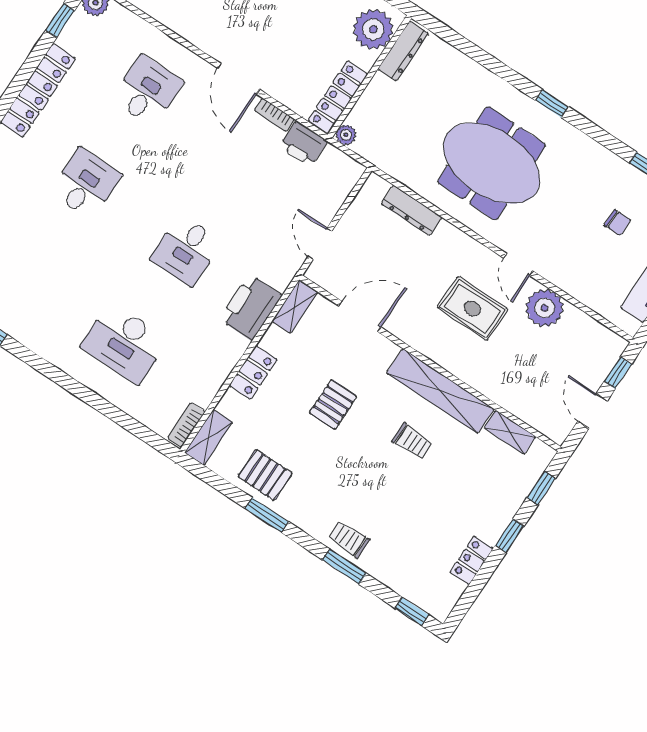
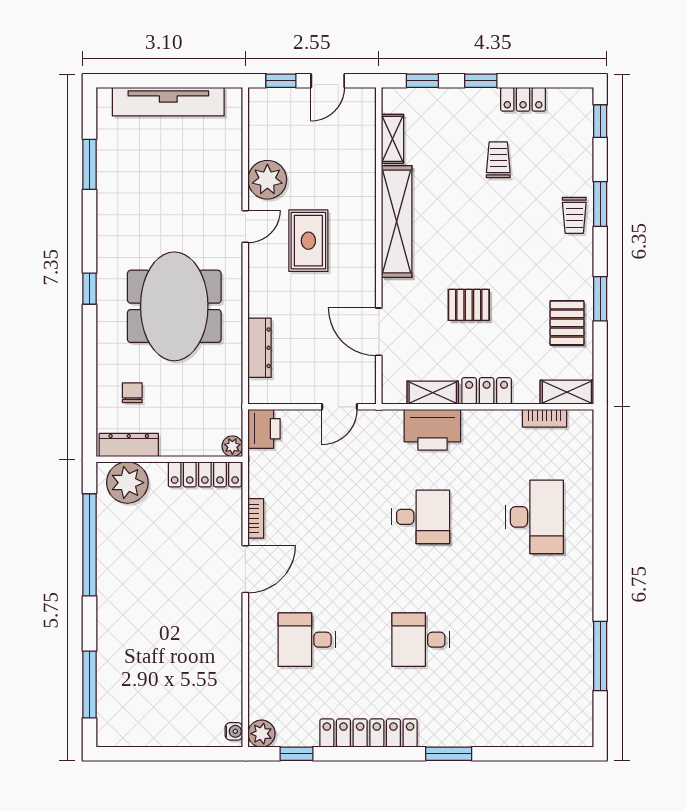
printer: (304, 144) -> (264, 429), moved
chair: (617, 223) -> (132, 393), moved
shelving: (295, 307) -> (433, 393), moved
bookcase: (186, 425) -> (545, 418), moved
trolley: (412, 442) -> (498, 160), moved

